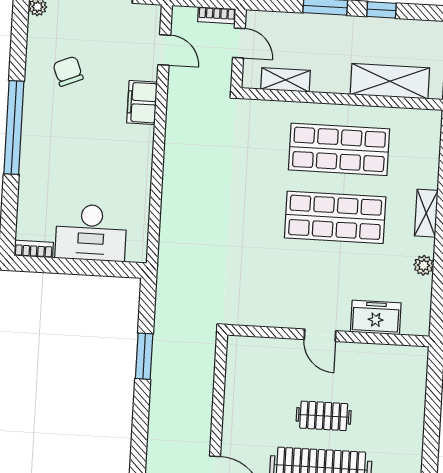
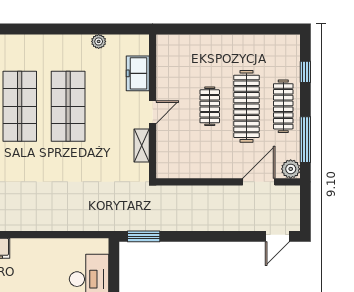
shelving: (426, 213) -> (142, 145), moved, turned 90
window: (144, 356) -> (144, 236), moved

